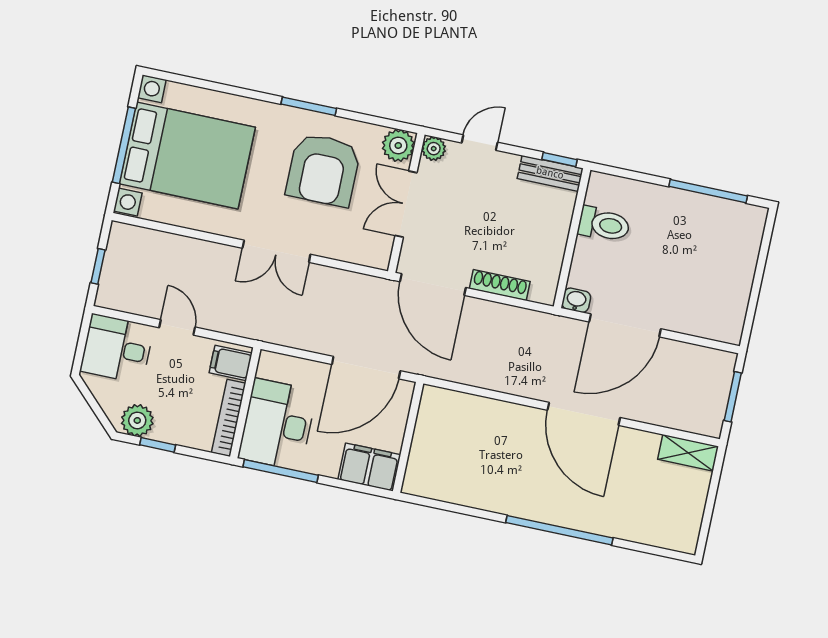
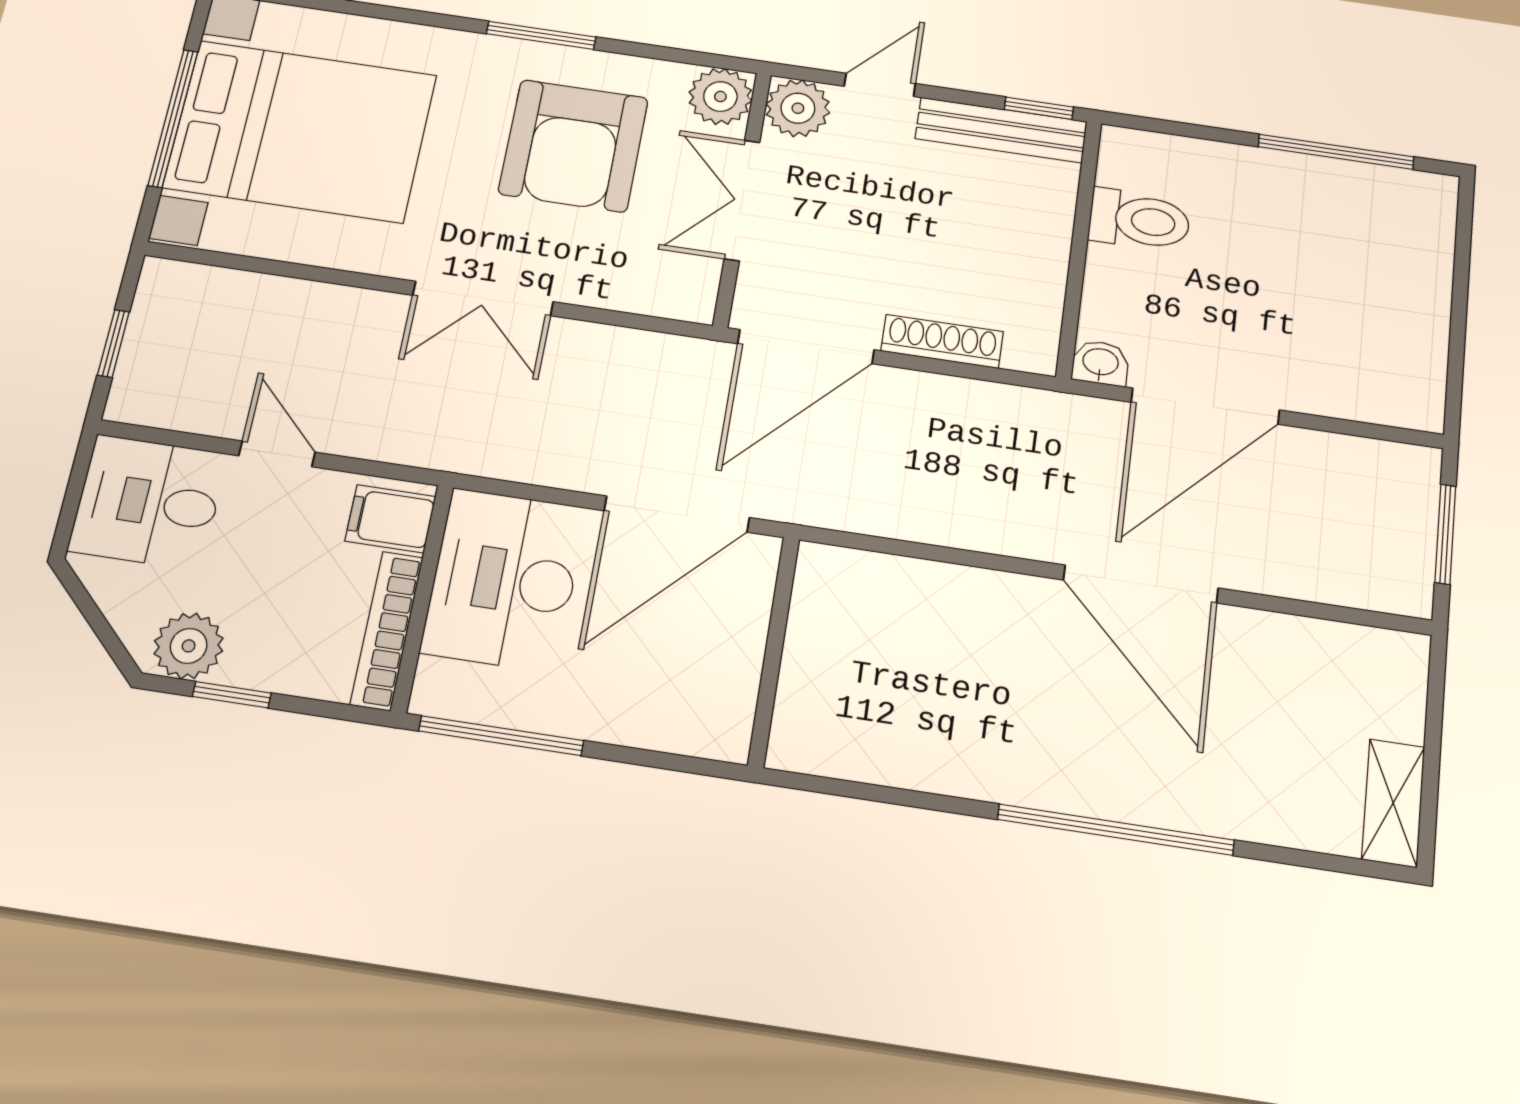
plant: (434, 149) -> (798, 108), width x1.38, depth x1.38
bench: (550, 173) -> (1001, 130), width x1.36
door: (433, 285) -> (806, 347), hinge flipped
desk: (277, 424) -> (504, 580), moved
shelving: (688, 453) -> (1393, 803), moved, turned 90
filing cabinet: (369, 467) -> (694, 717), removed

